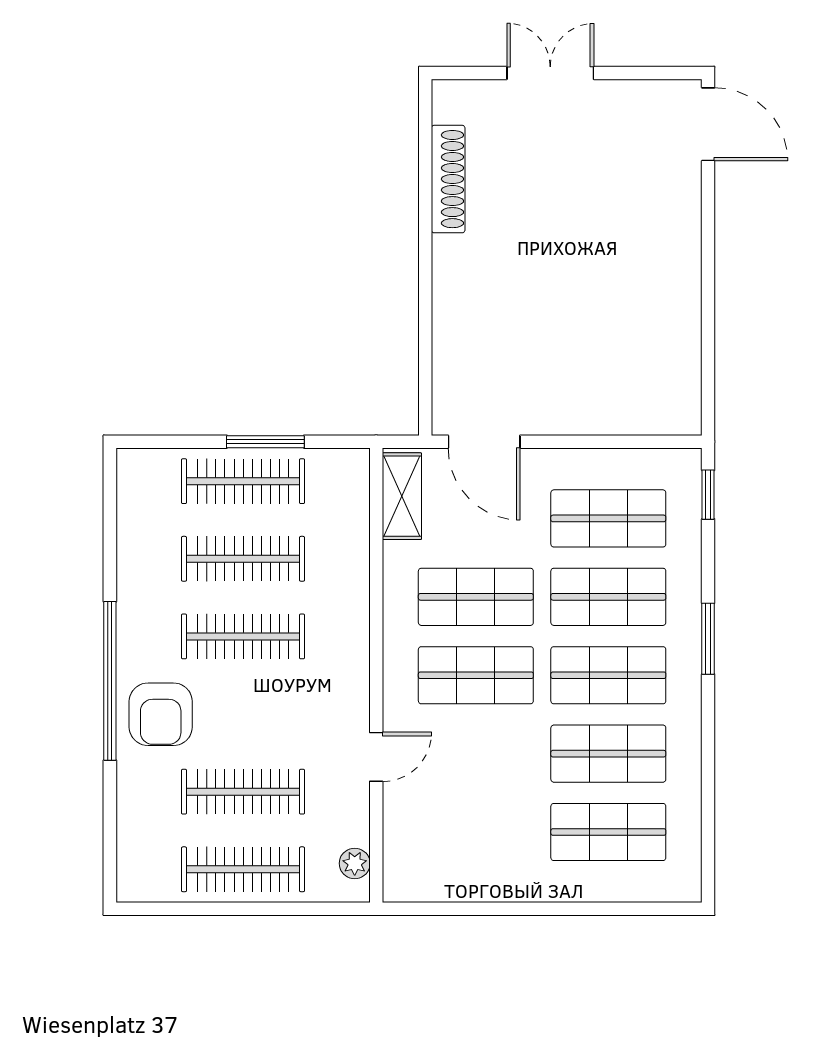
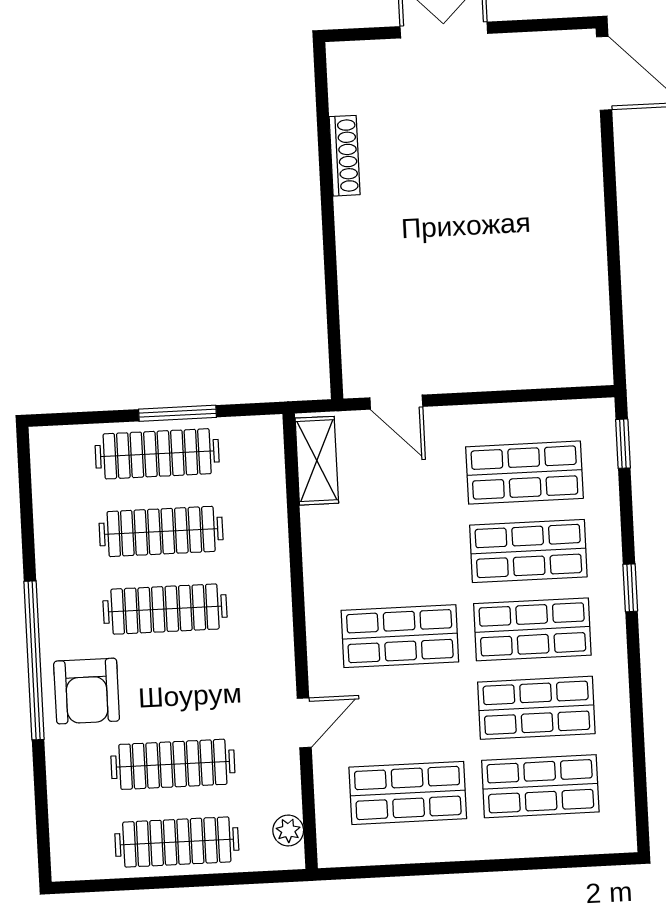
shoe rack: (448, 179) -> (345, 156), width x0.74, depth x0.81
door: (484, 442) -> (396, 402), width x0.73
shop shelf: (476, 597) -> (408, 793), moved
window: (708, 639) -> (630, 588), width x0.67

